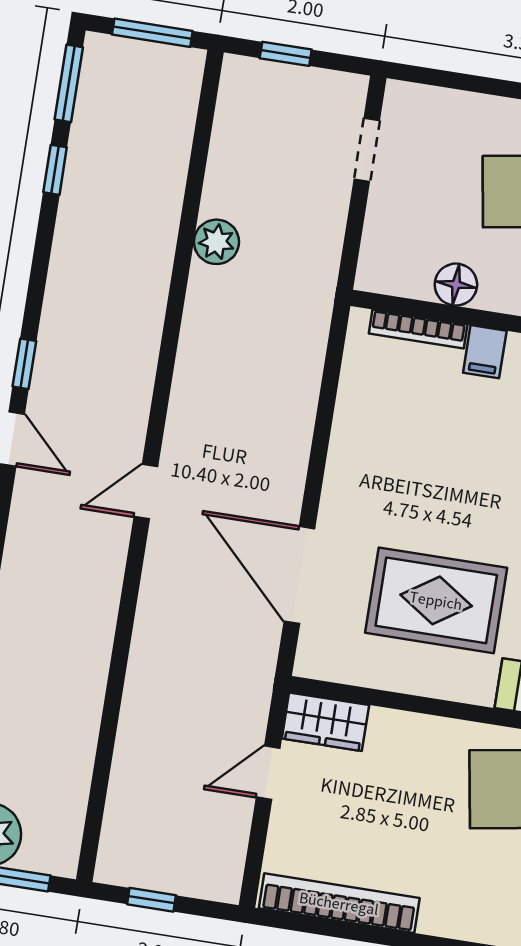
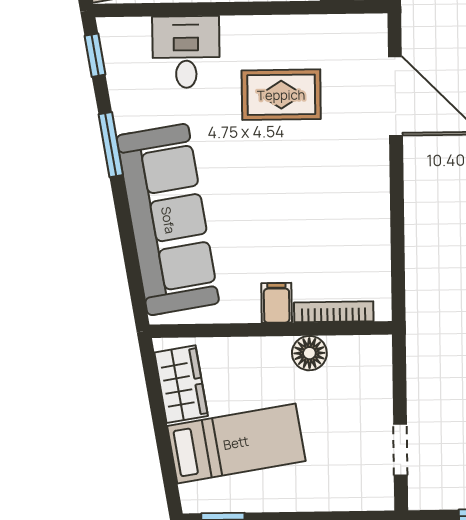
rug: (436, 600) -> (281, 95), width x0.73, depth x0.70

